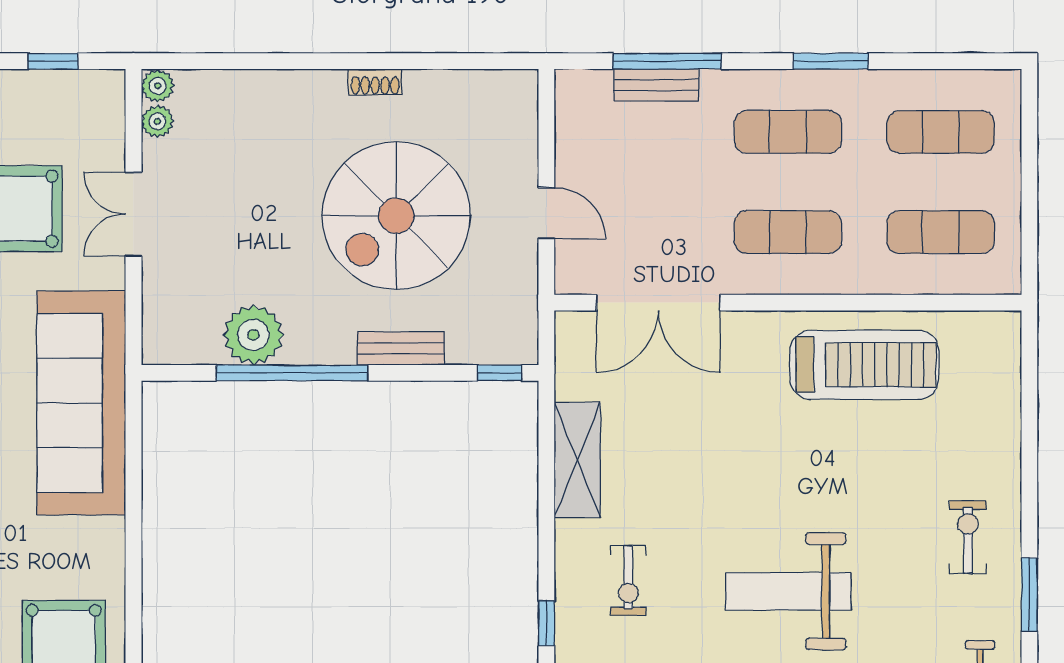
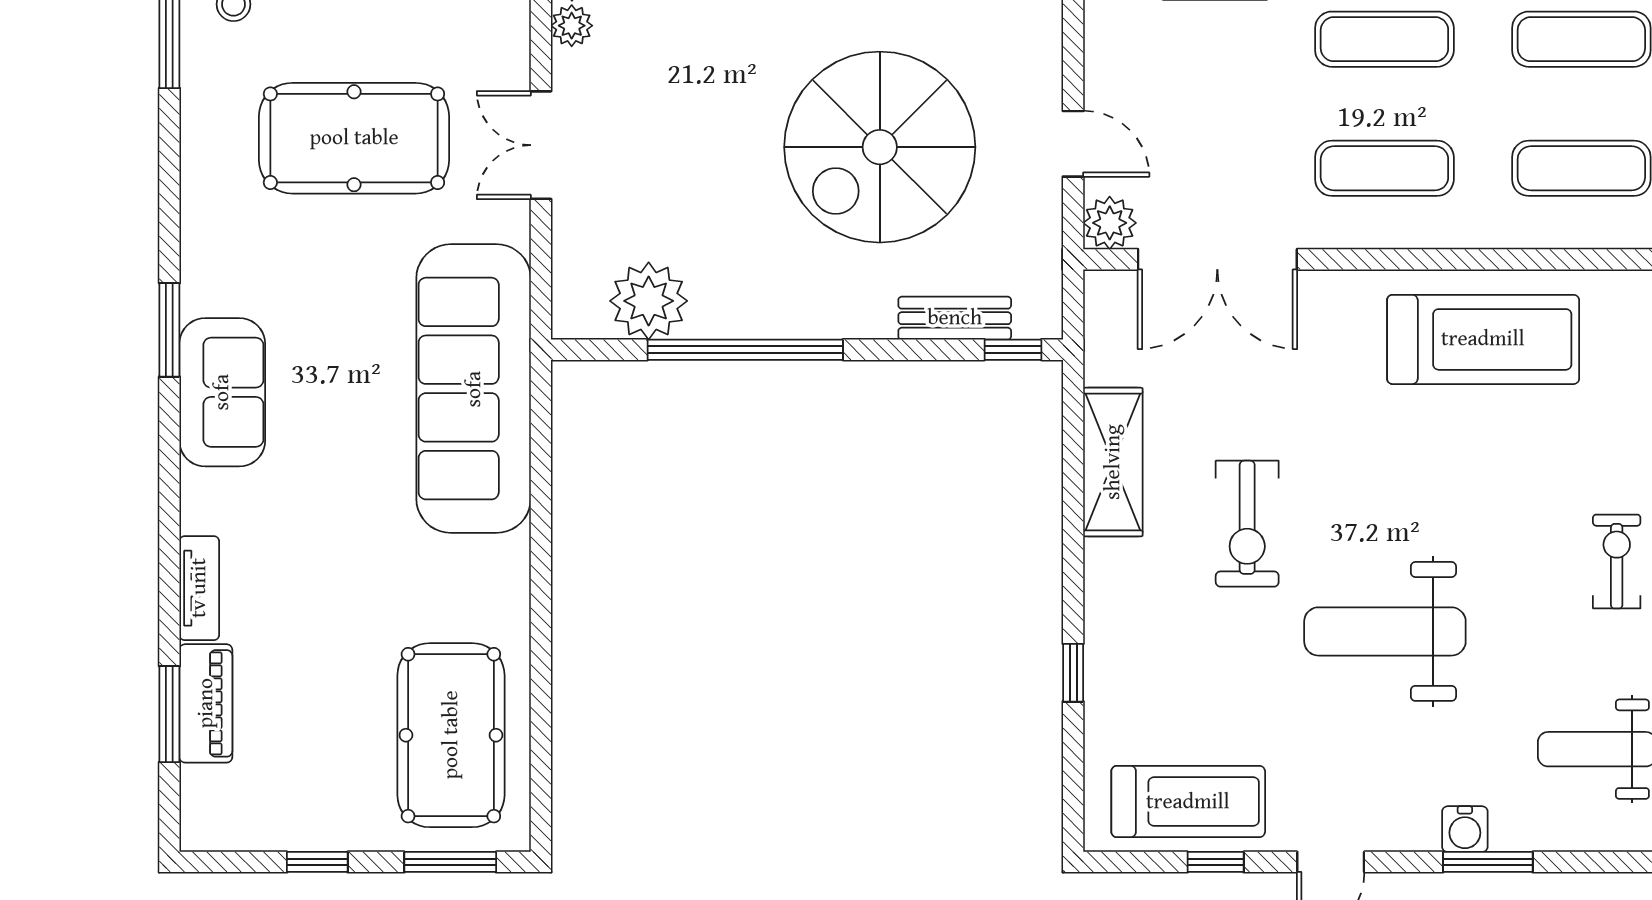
plant: (575, 274) -> (1110, 223), added
plant: (253, 335) -> (649, 301), moved
bench: (401, 348) -> (955, 318), moved
exercise bike: (628, 580) -> (1247, 524), moved, width x1.38, depth x1.39

